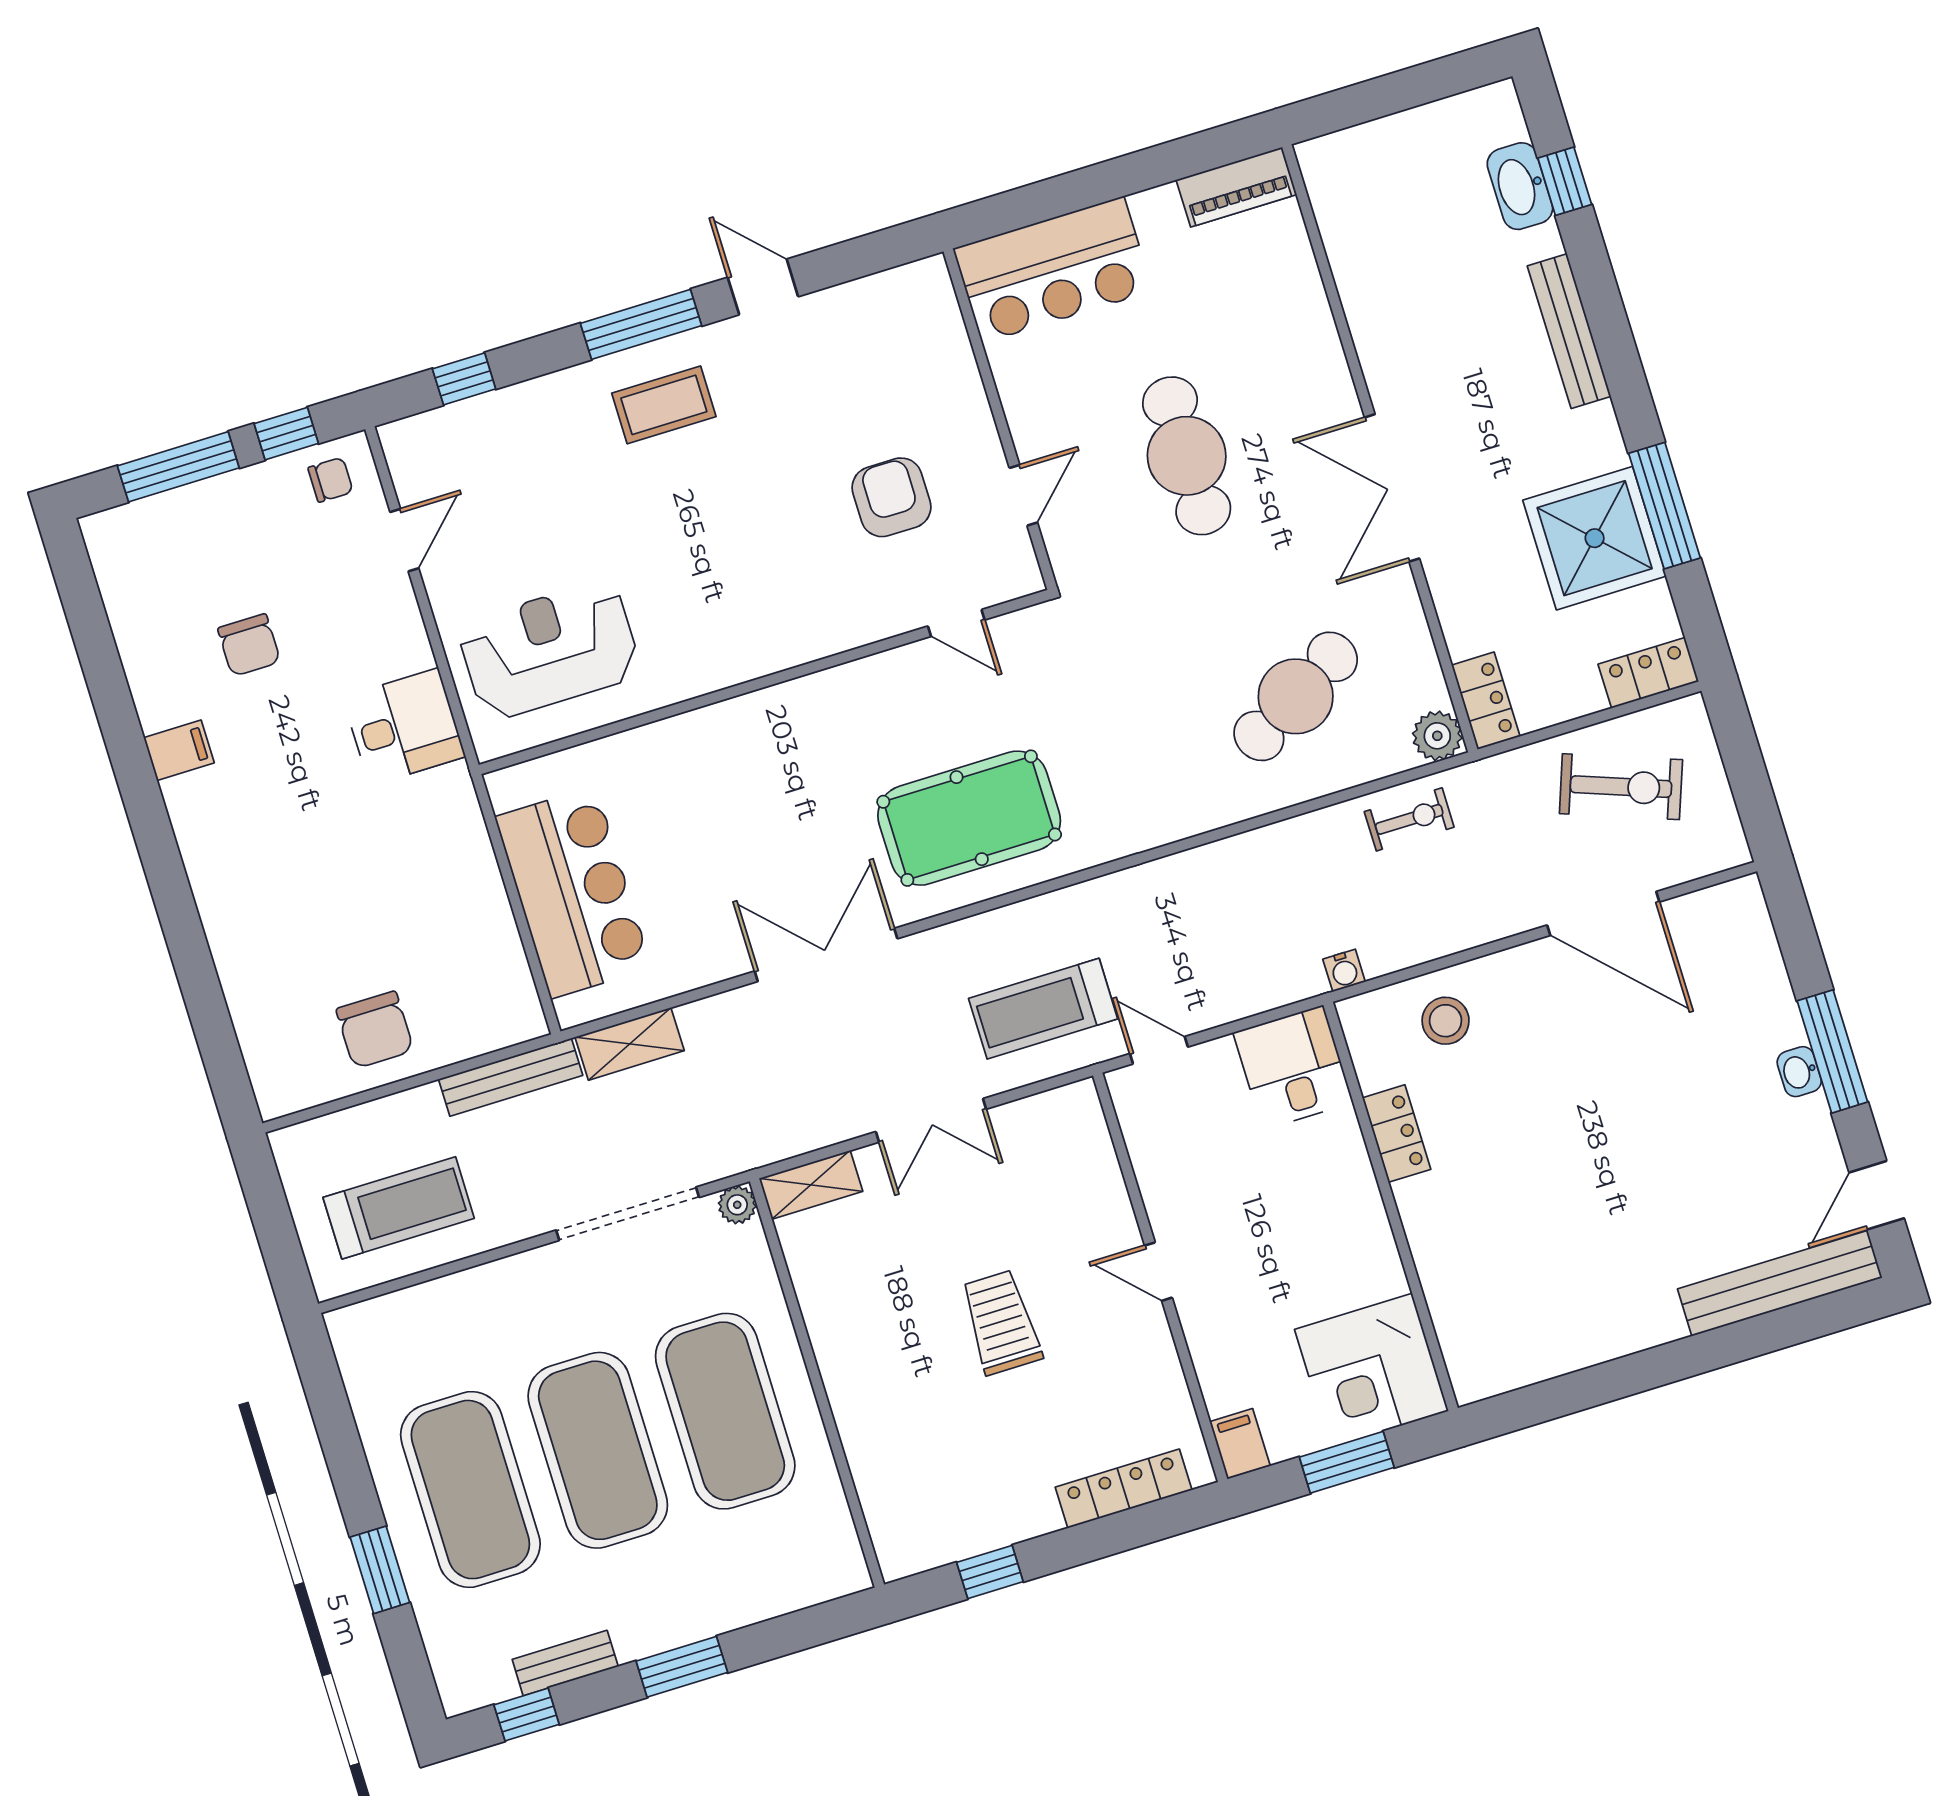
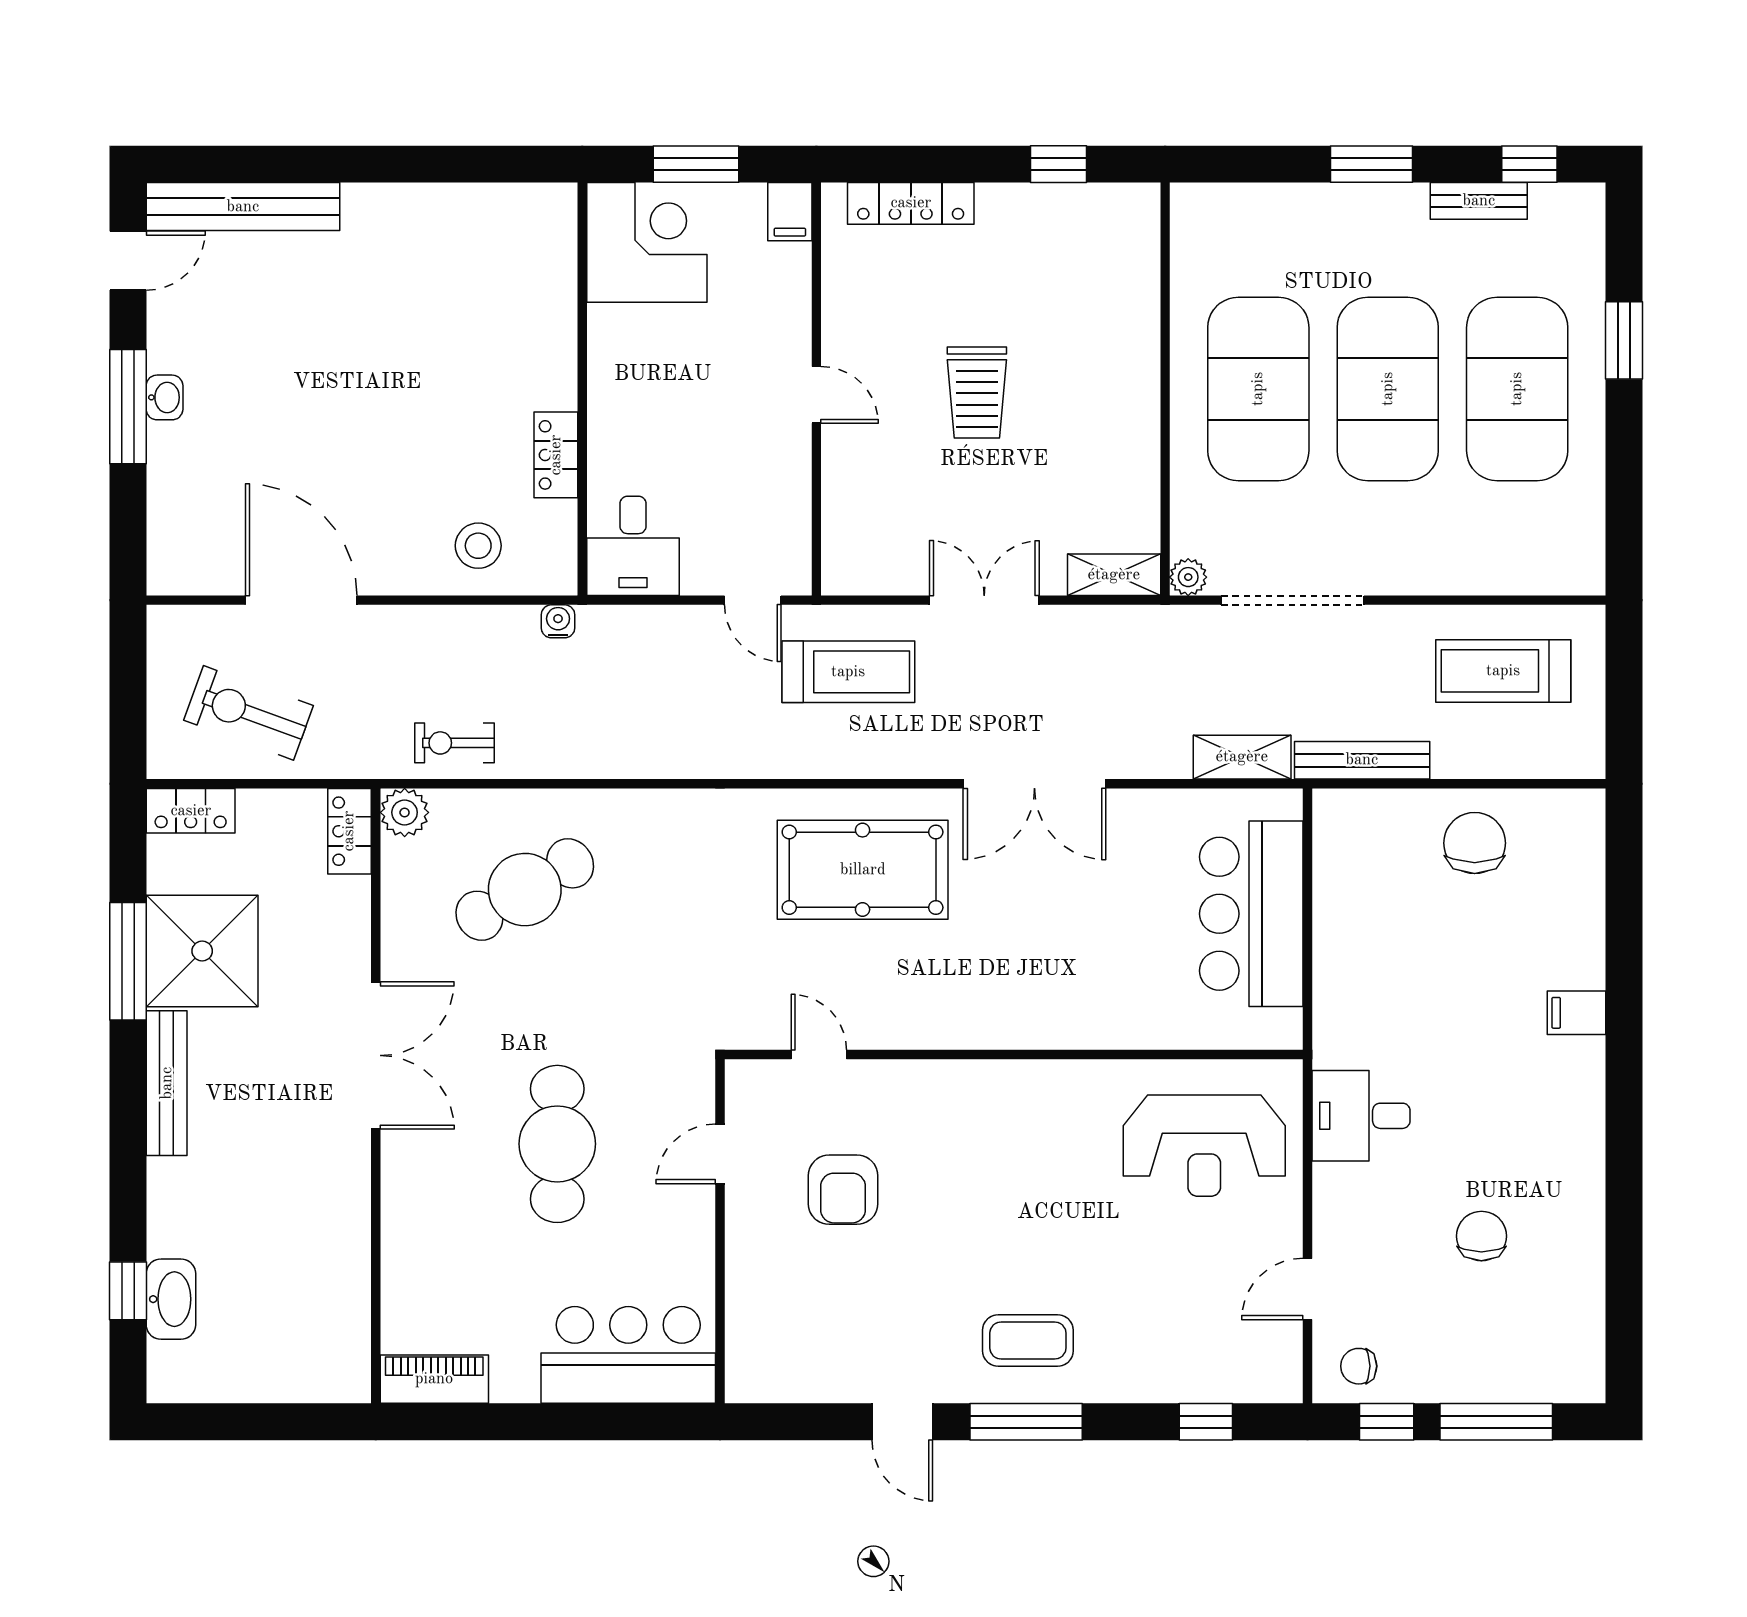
bench: (1569, 331) -> (167, 1083), moved
filing cabinet: (179, 750) -> (1577, 1013), moved

